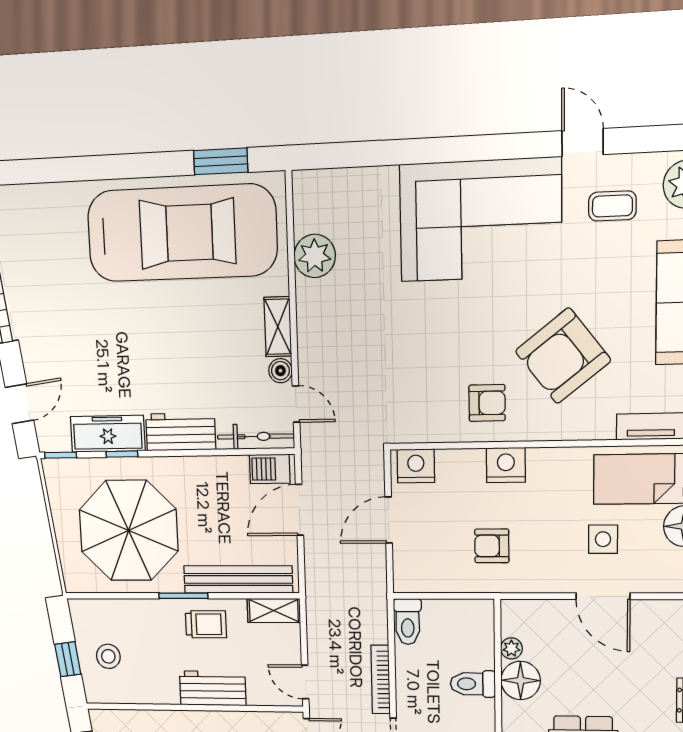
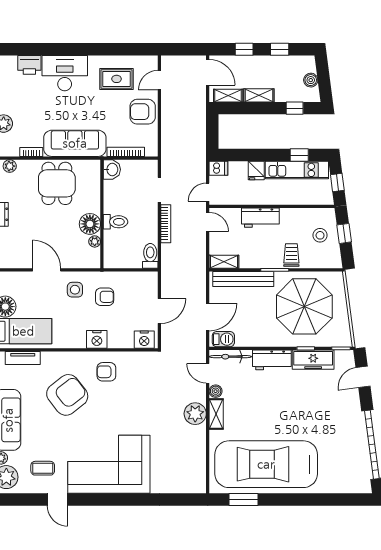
plant: (315, 256) -> (195, 414), moved
side table: (603, 539) -> (75, 290), moved
trolley: (206, 624) -> (291, 255), moved, turned 90

